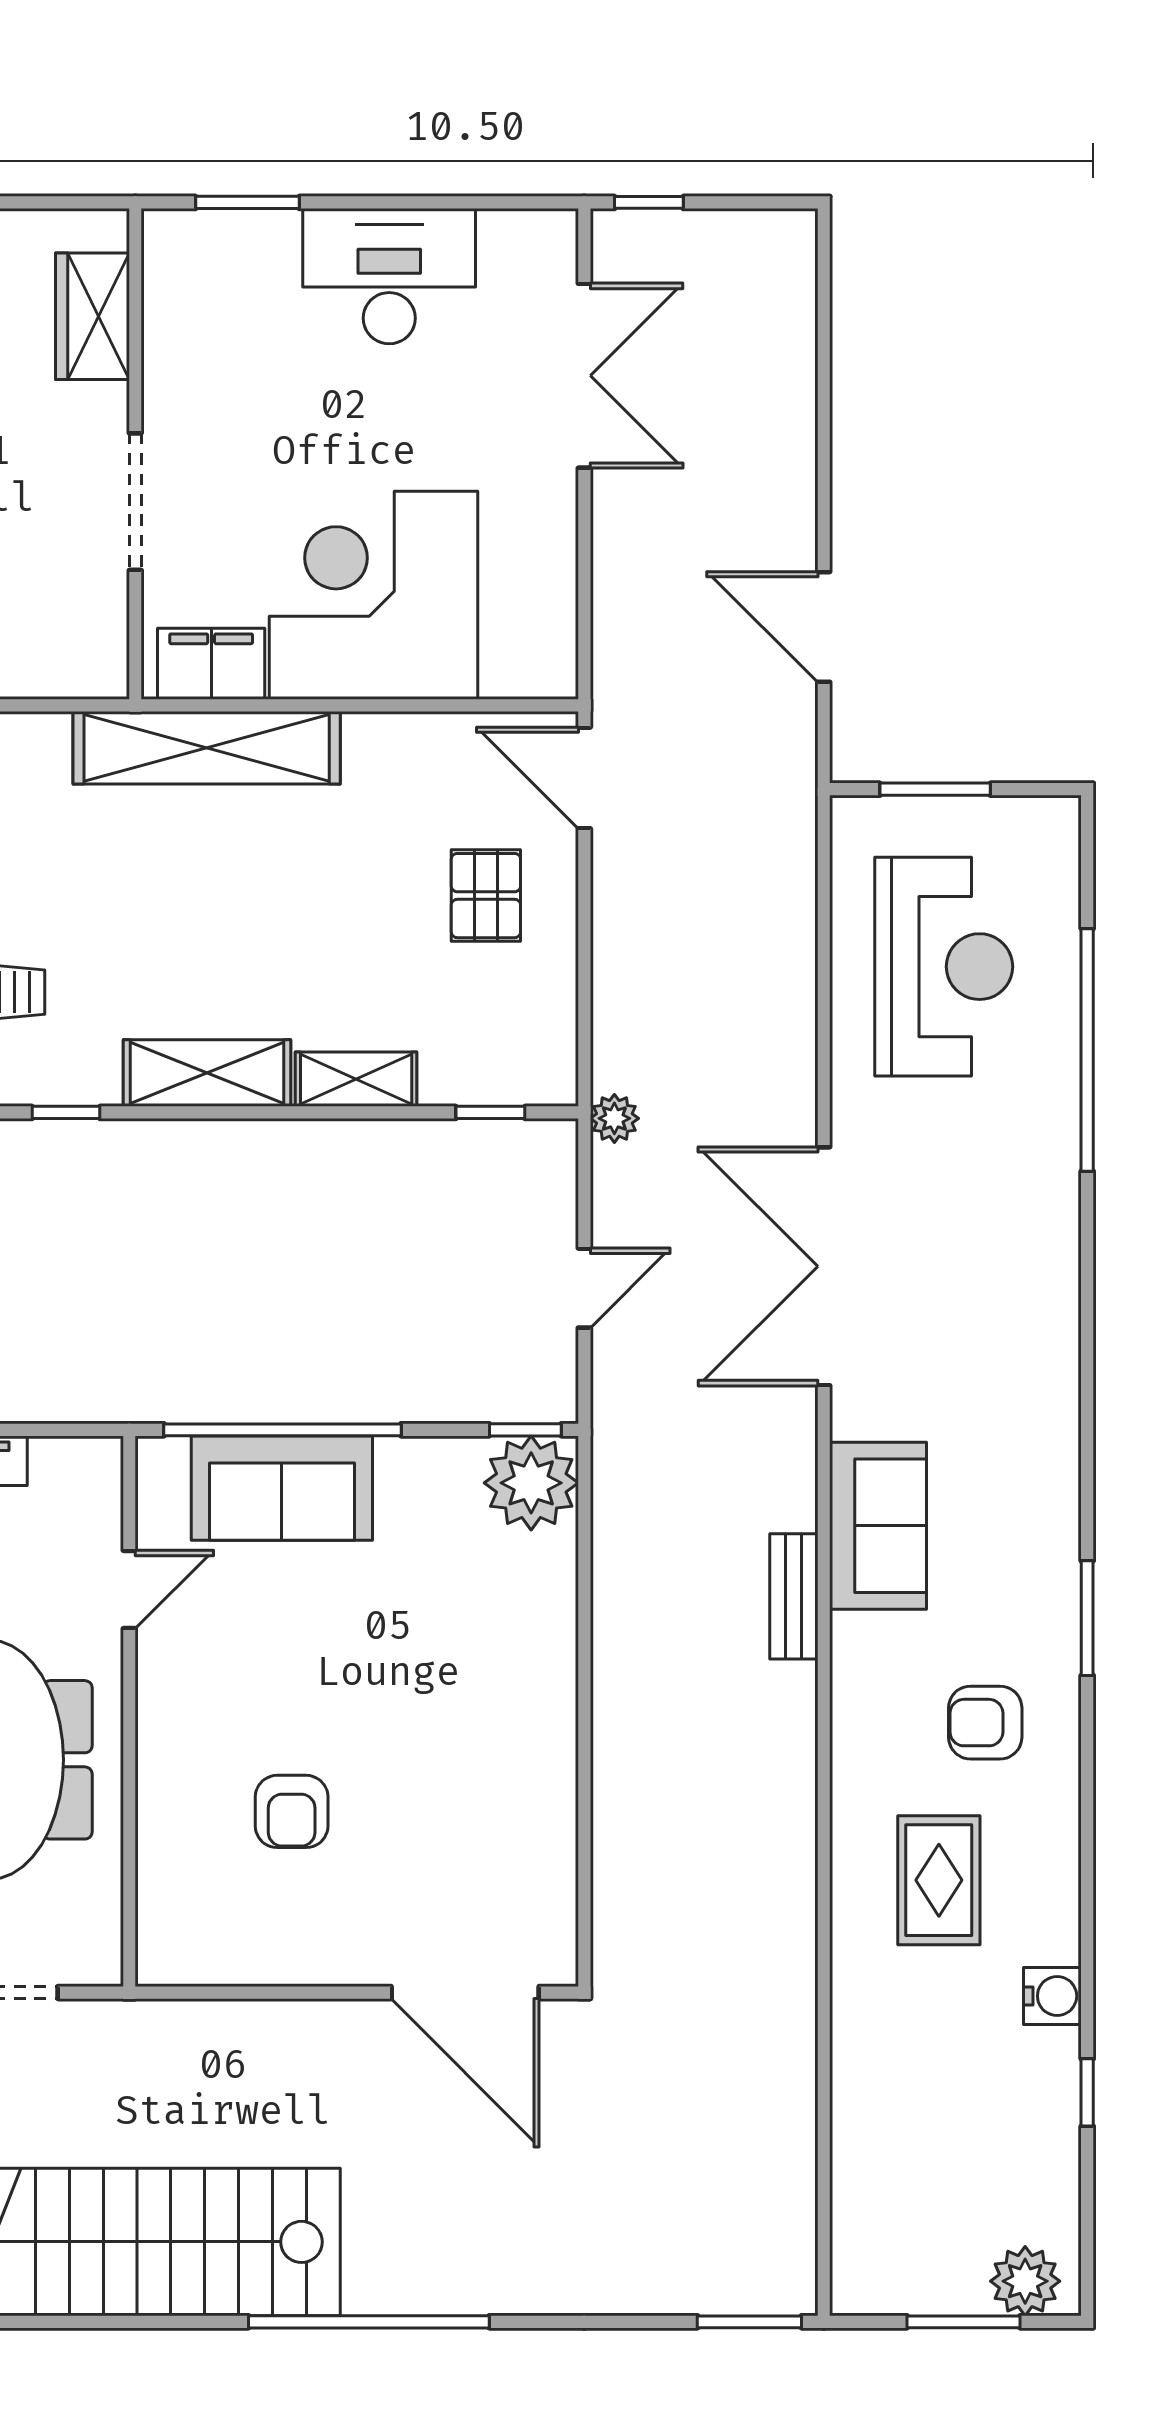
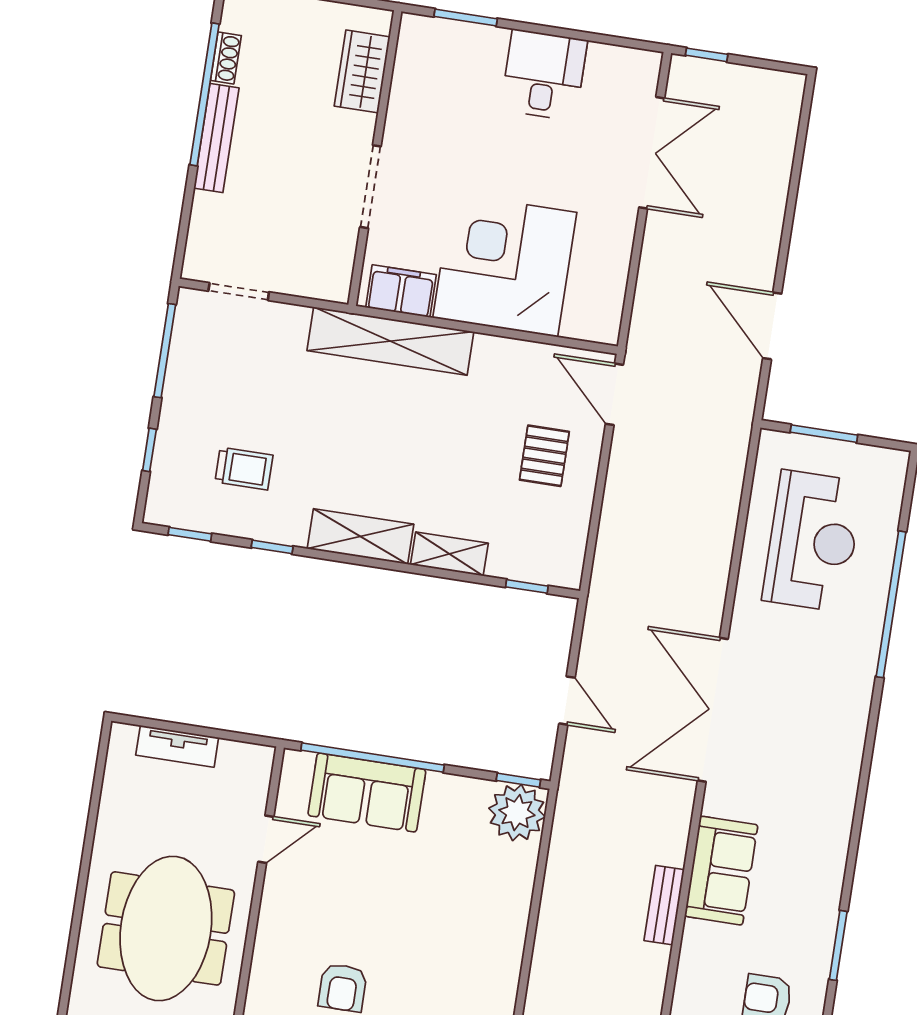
desk: (389, 276) -> (544, 75), width x0.73
plant: (614, 1118) -> (601, 602), removed
door: (584, 1288) -> (567, 701), hinge flipped

